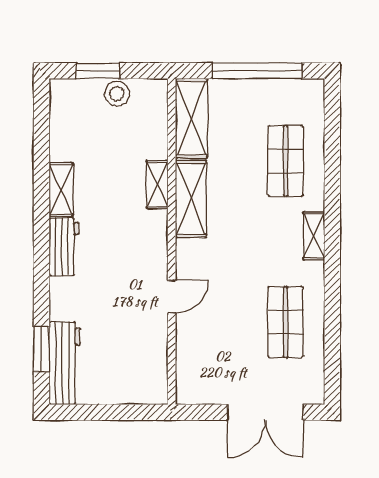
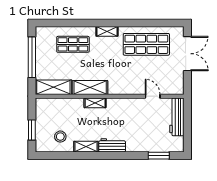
stool: (117, 94) -> (60, 137), moved
shelving: (157, 185) -> (95, 103), moved
door: (172, 297) -> (153, 96), moved
shop shelf: (286, 322) -> (146, 44), width x1.43, depth x1.36
workbench: (65, 363) -> (177, 117), moved, turned -90

